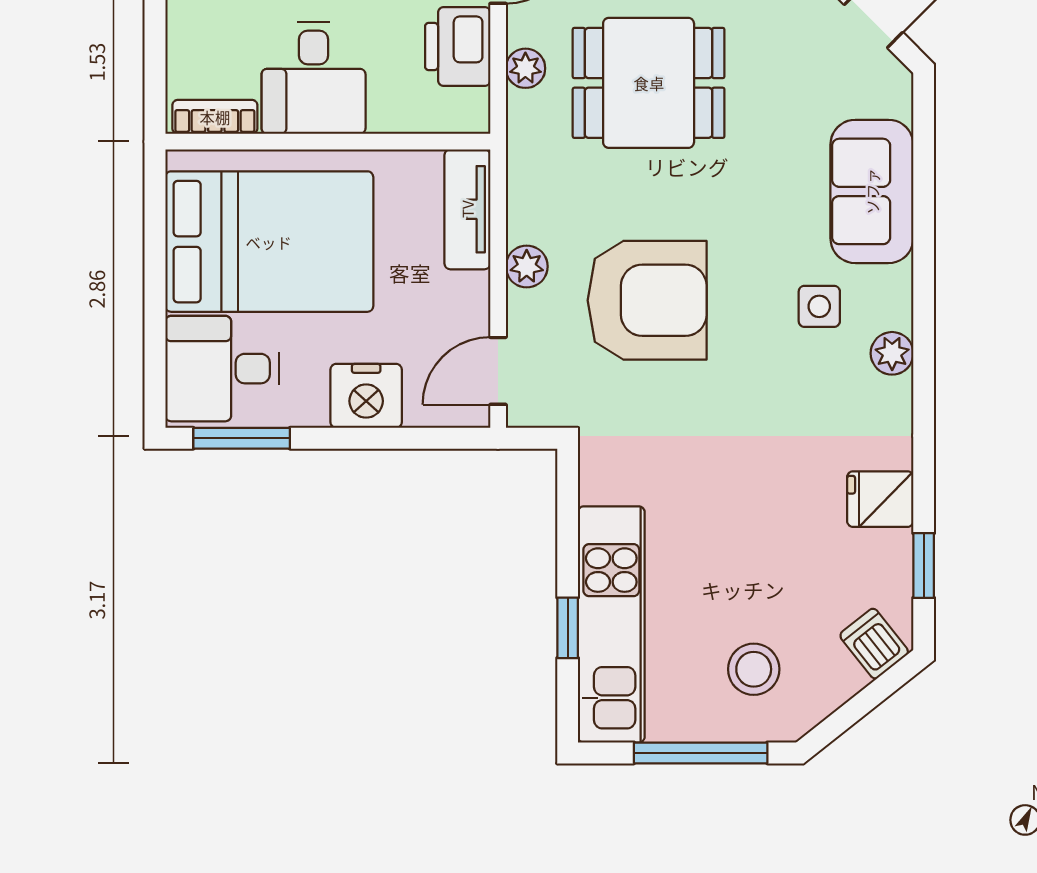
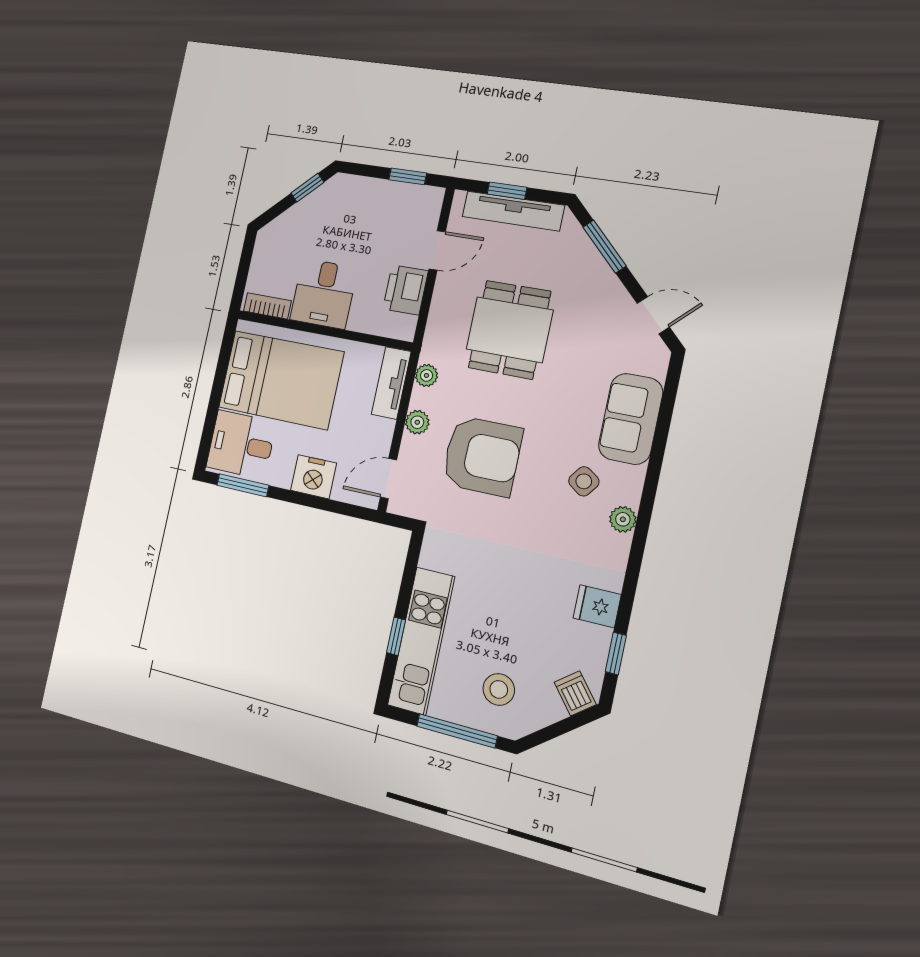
plant: (525, 68) -> (427, 375), moved
dining table: (649, 83) -> (509, 330), turned 90
side table: (819, 306) -> (584, 481), turned 36

